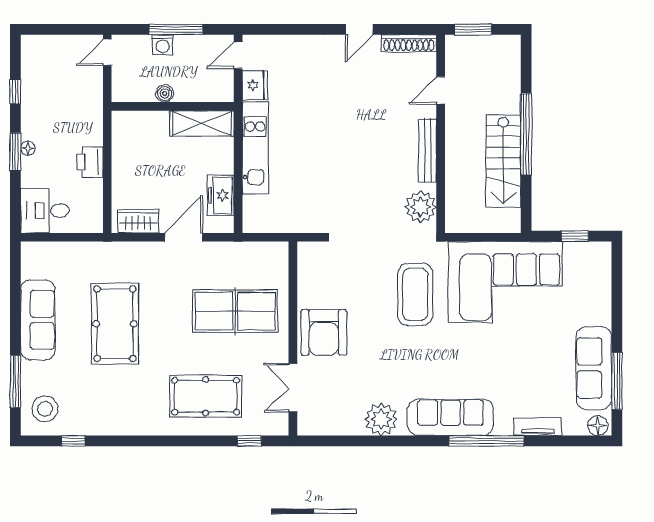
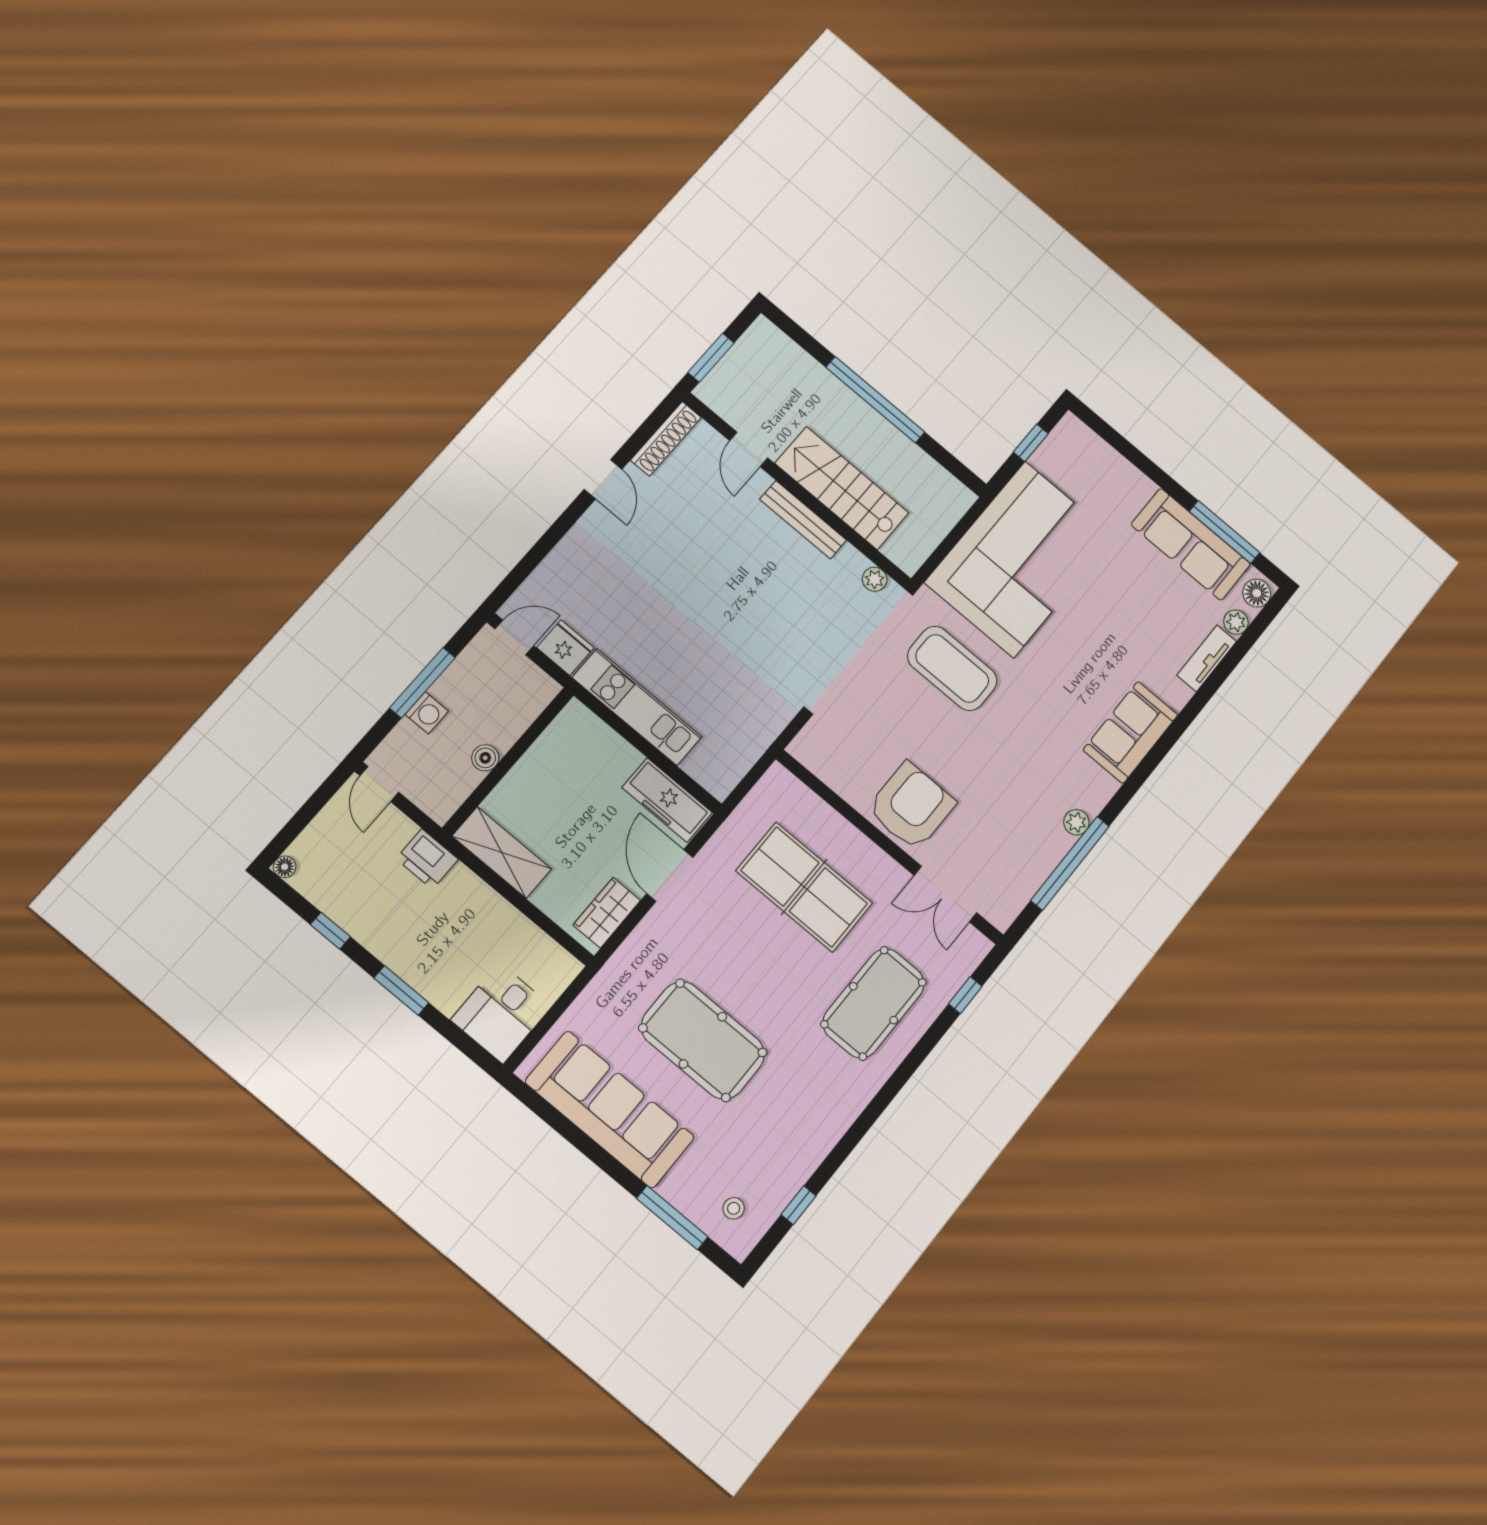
door: (238, 55) -> (514, 637), swing flipped
shelving: (202, 123) -> (502, 853), moved, turned 90
floor lamp: (28, 148) -> (285, 867), moved
stairs: (503, 161) -> (842, 488), moved, turned 180
printer: (90, 162) -> (427, 859), moved
freezer: (221, 195) -> (667, 800), width x1.40
plant: (421, 207) -> (875, 579), width x0.53, depth x0.53
table tennis table: (235, 311) -> (804, 887), turned 90
sofa: (38, 320) -> (610, 1109), width x1.36, depth x1.27
armchair: (324, 332) -> (911, 806), turned -90
stool: (45, 409) -> (734, 1208), width x0.53, depth x0.53
sofa: (450, 417) -> (1130, 732), width x0.73
plant: (381, 419) -> (1076, 822), width x0.53, depth x0.53
plant: (572, 427) -> (1236, 622), added
window: (486, 441) -> (1070, 863), moved

